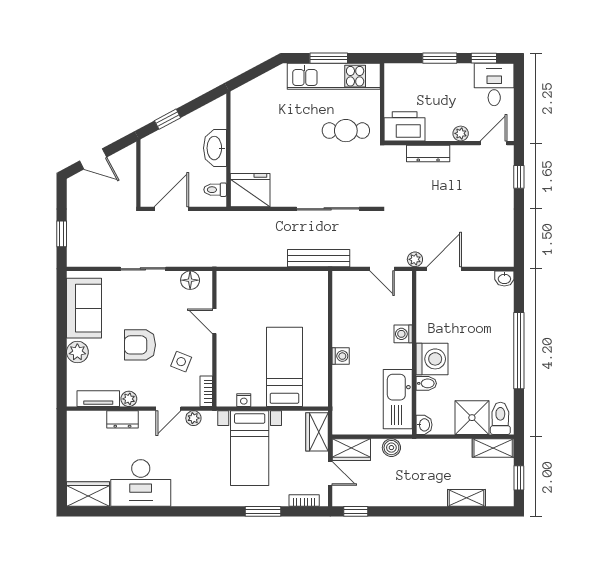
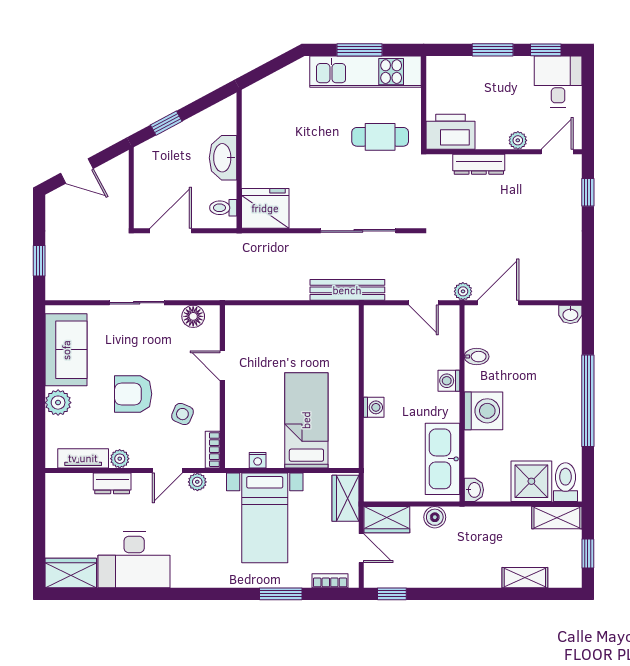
bidet: (426, 383) -> (477, 357), moved

